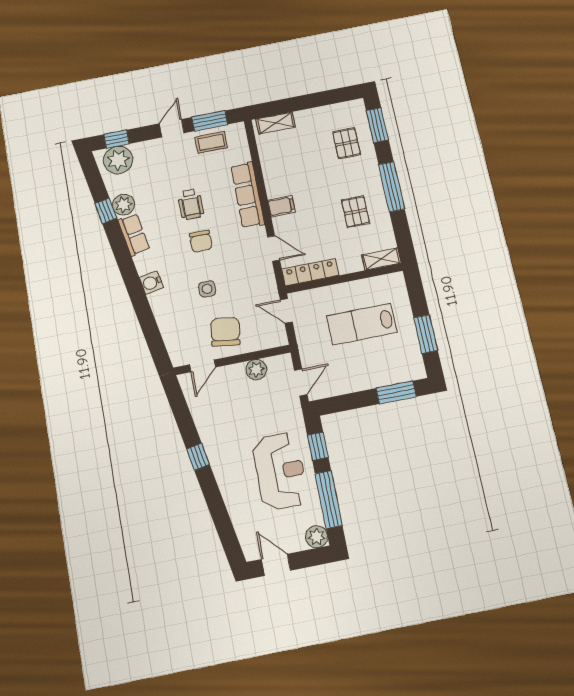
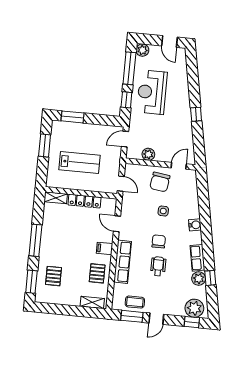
pallet: (355, 212) -> (97, 273), moved
locker: (310, 272) -> (84, 201), moved

